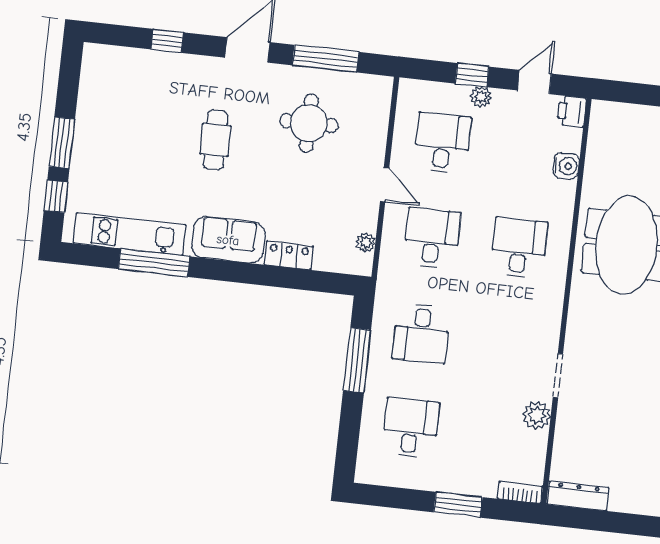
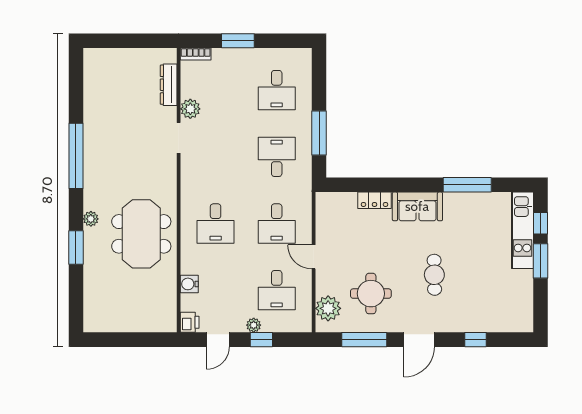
kitchen unit: (130, 234) -> (522, 230), moved, turned 90
plant: (366, 242) -> (328, 308), moved, width x1.88, depth x1.88
dresser: (578, 496) -> (169, 85), moved, turned 90

